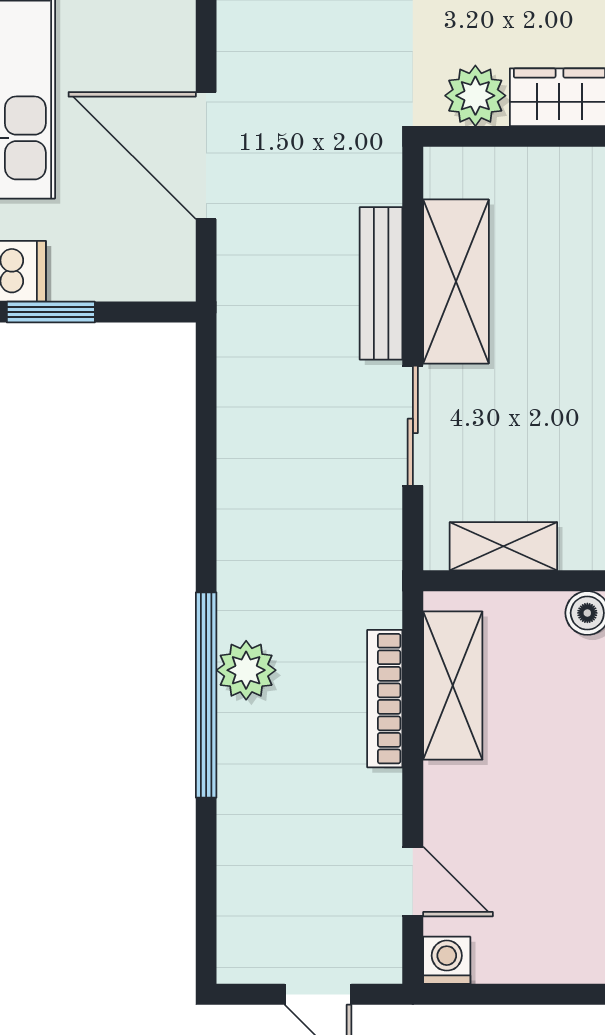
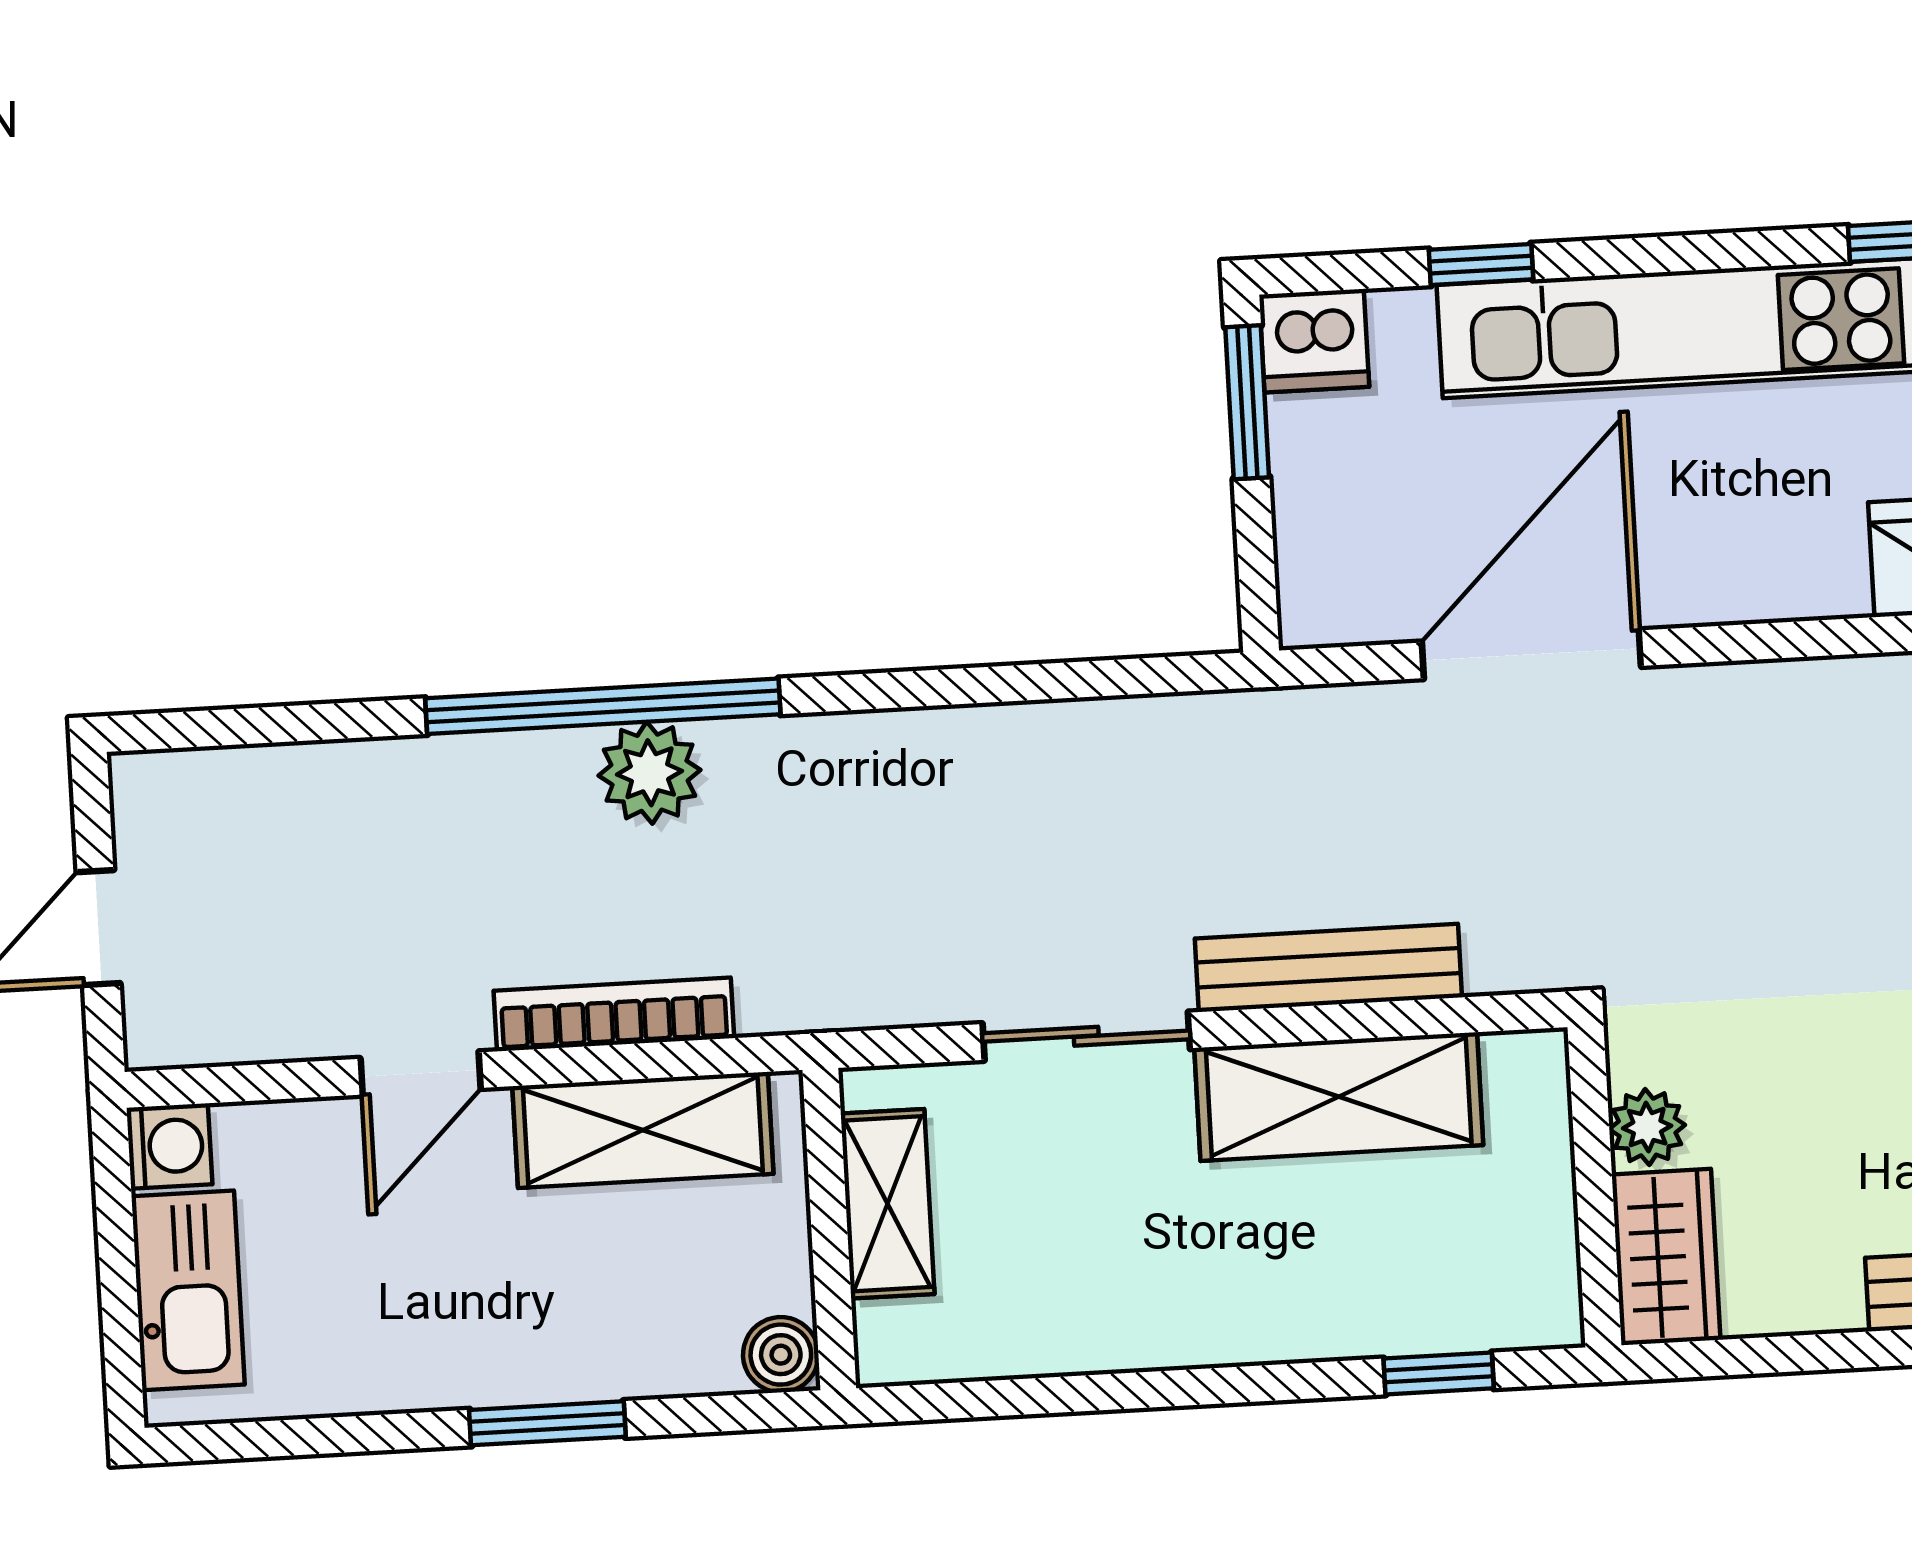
plant: (475, 96) -> (1647, 1127), width x0.73, depth x0.73
door: (413, 882) -> (421, 1073), moved
kitchen sink: (531, 954) -> (188, 1290), added

